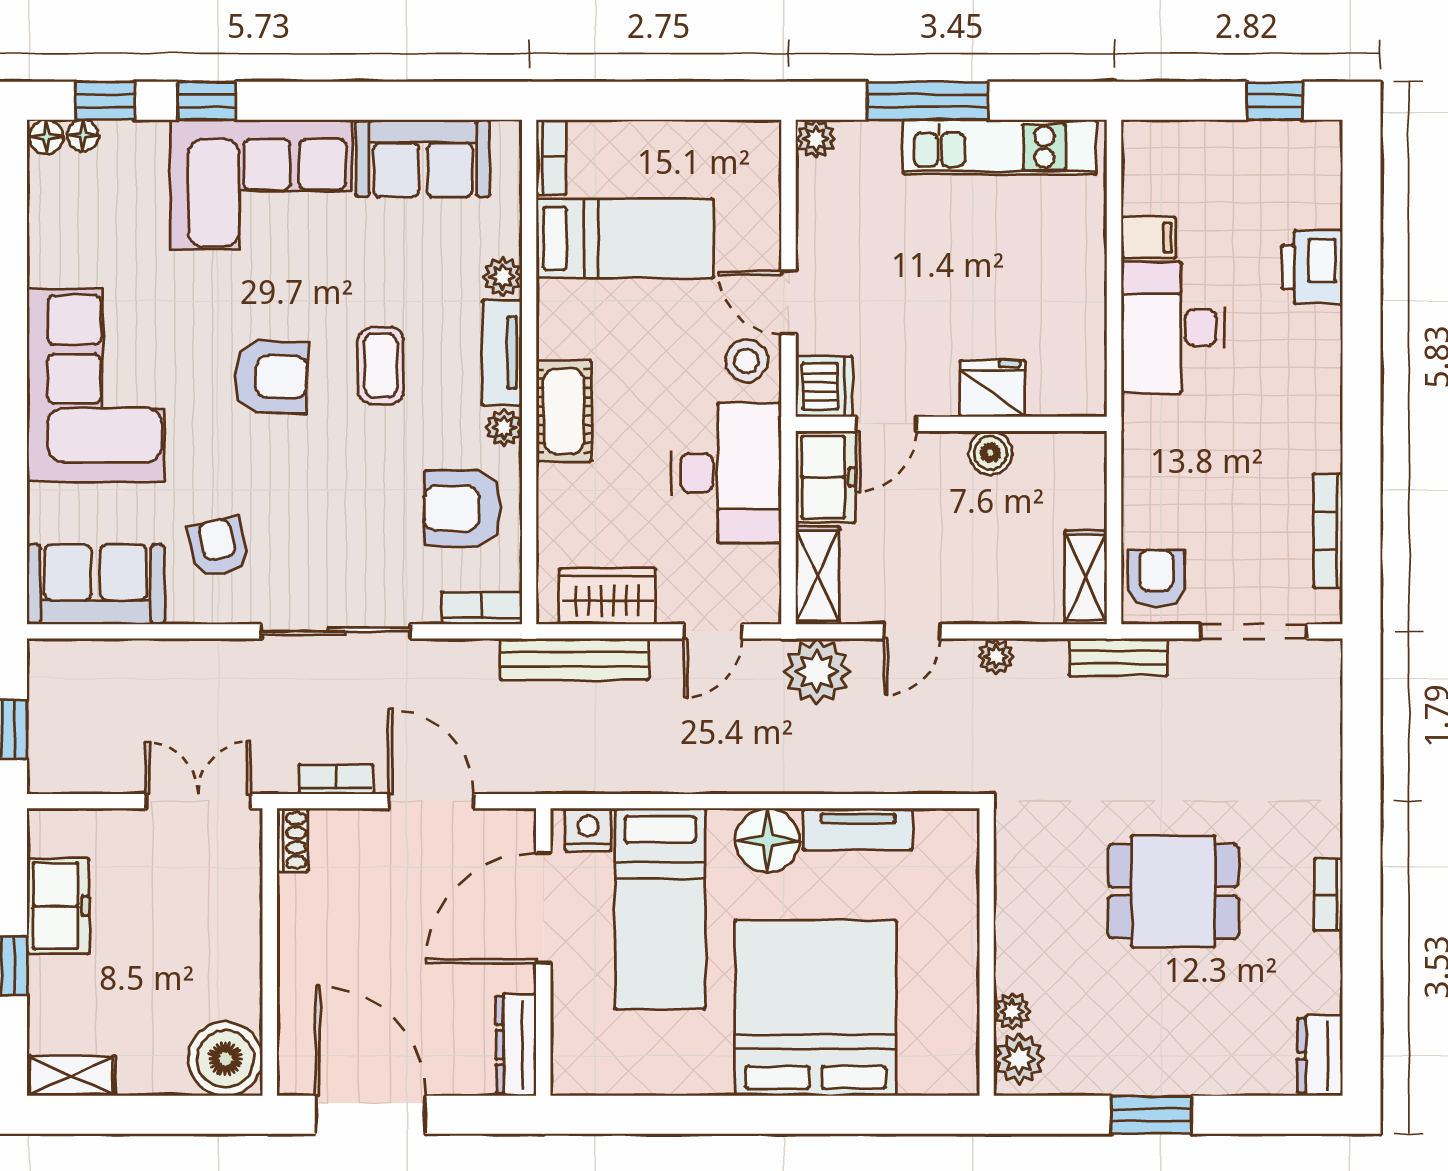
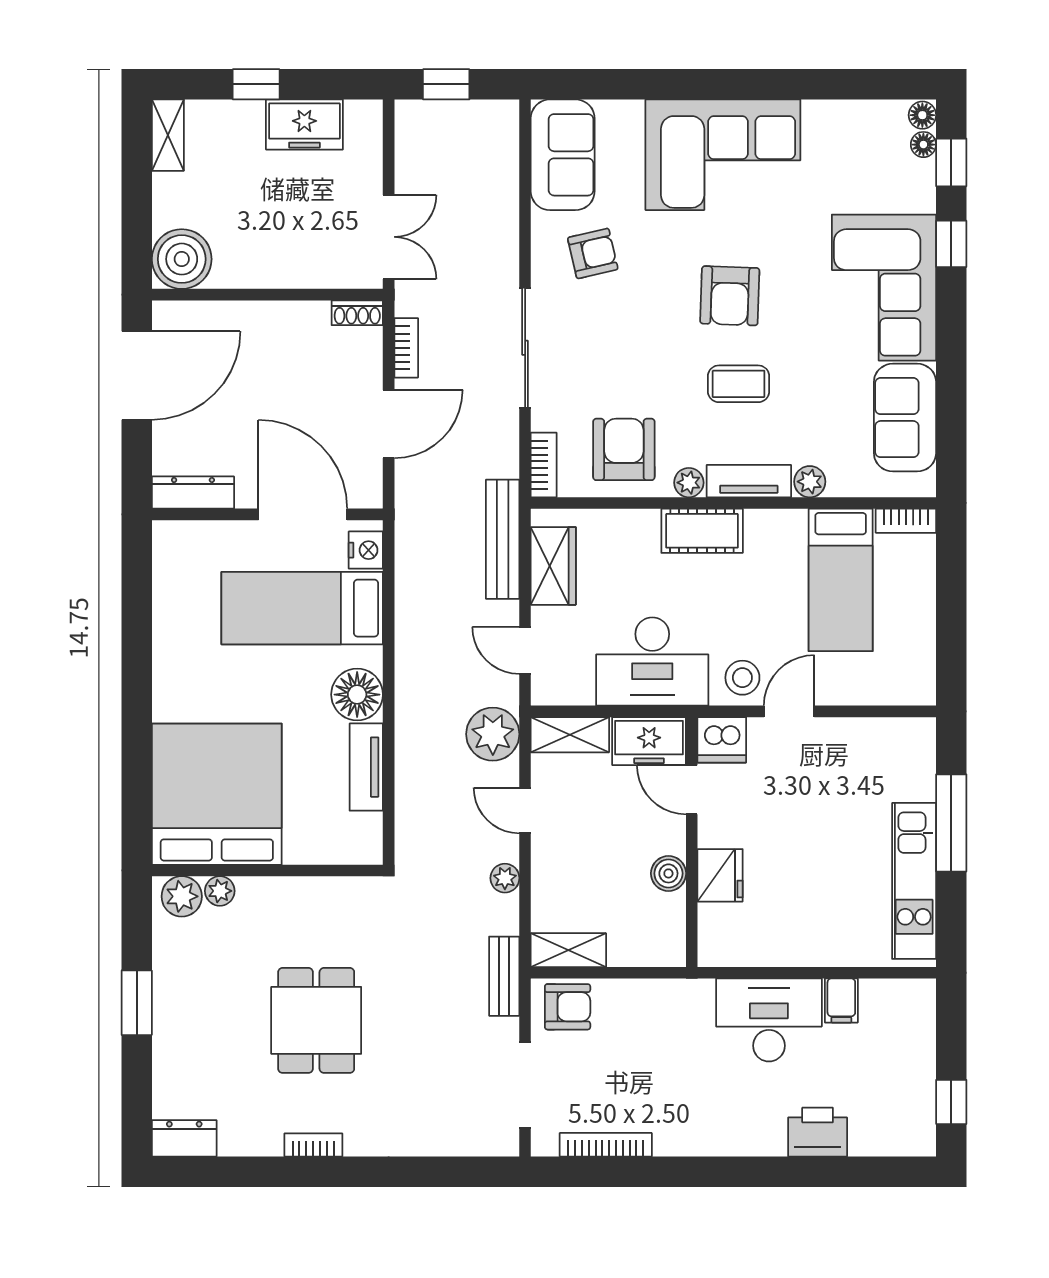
plant: (816, 139) -> (921, 733), removed
bed: (816, 1008) -> (217, 794), moved, turned -90

